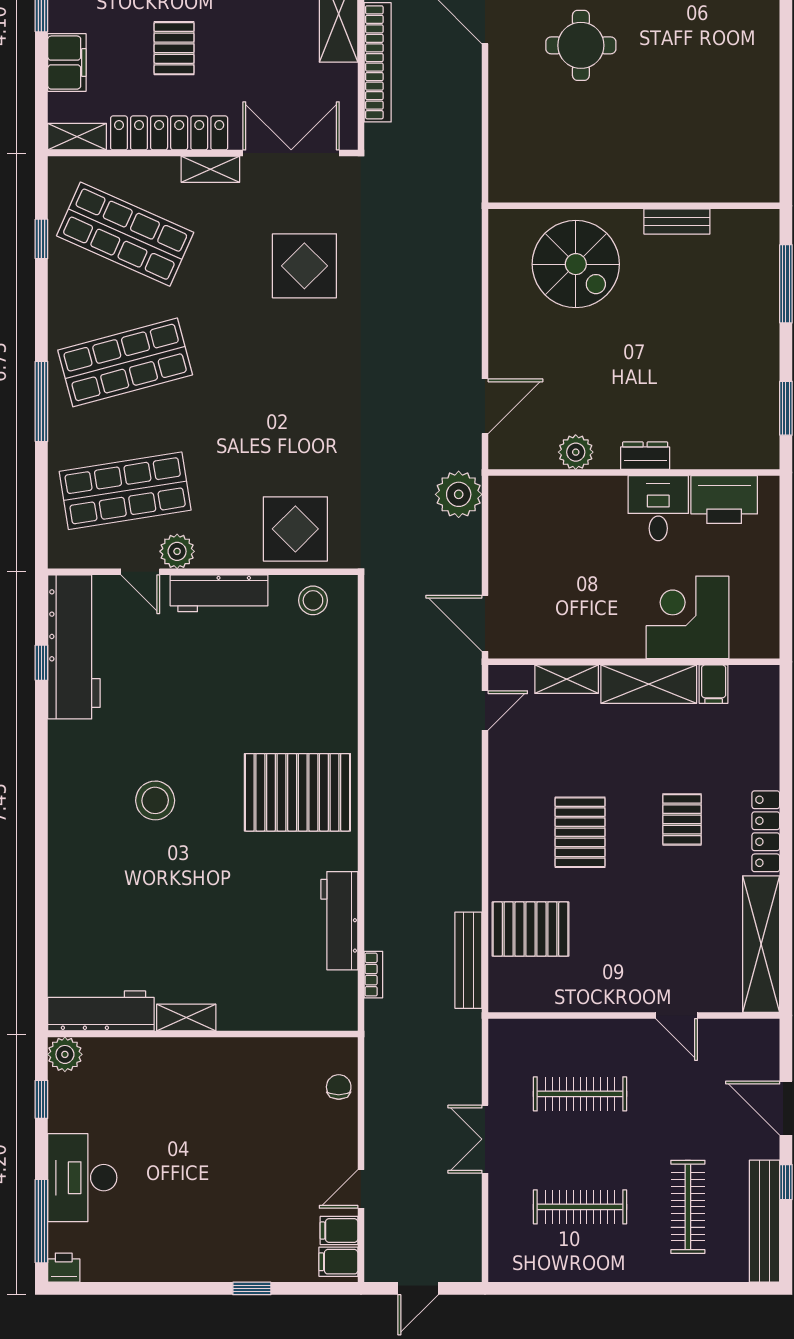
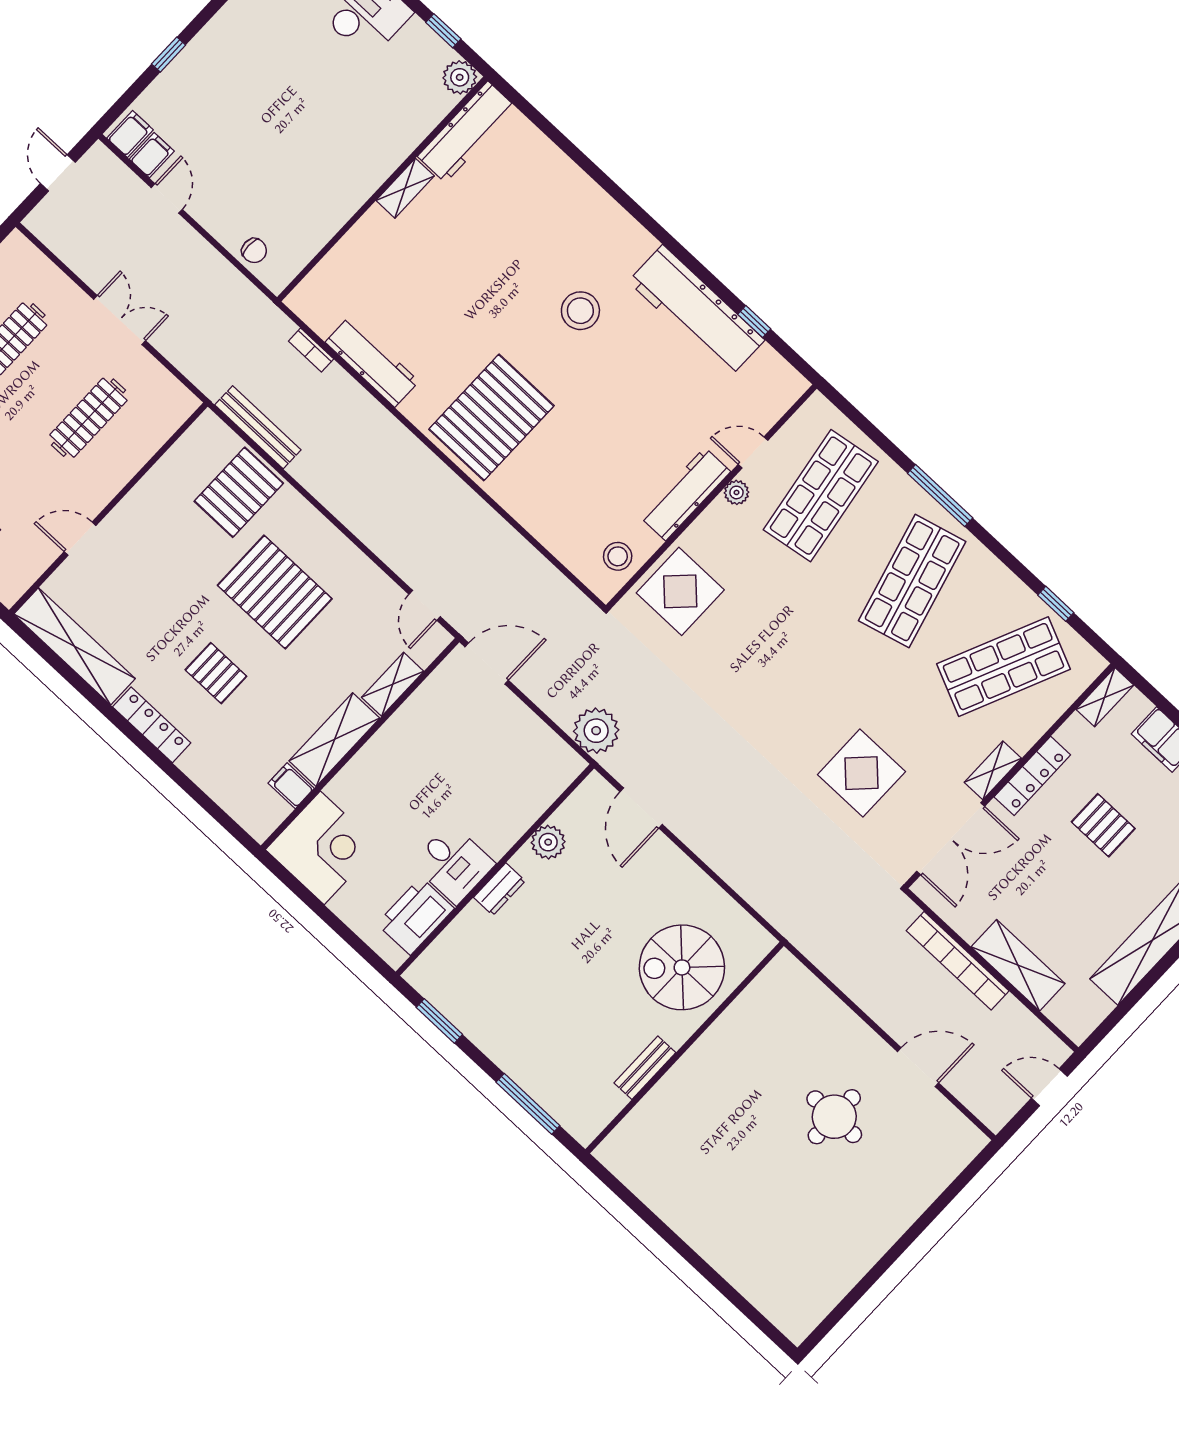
locker: (169, 133) -> (1032, 776), width x0.71, depth x0.83
plant: (177, 551) -> (737, 492), width x0.73, depth x0.73
corner desk: (687, 617) -> (322, 848), moved
workbench: (74, 647) -> (696, 311), moved
pallet: (580, 832) -> (275, 592), width x1.37, depth x1.41

